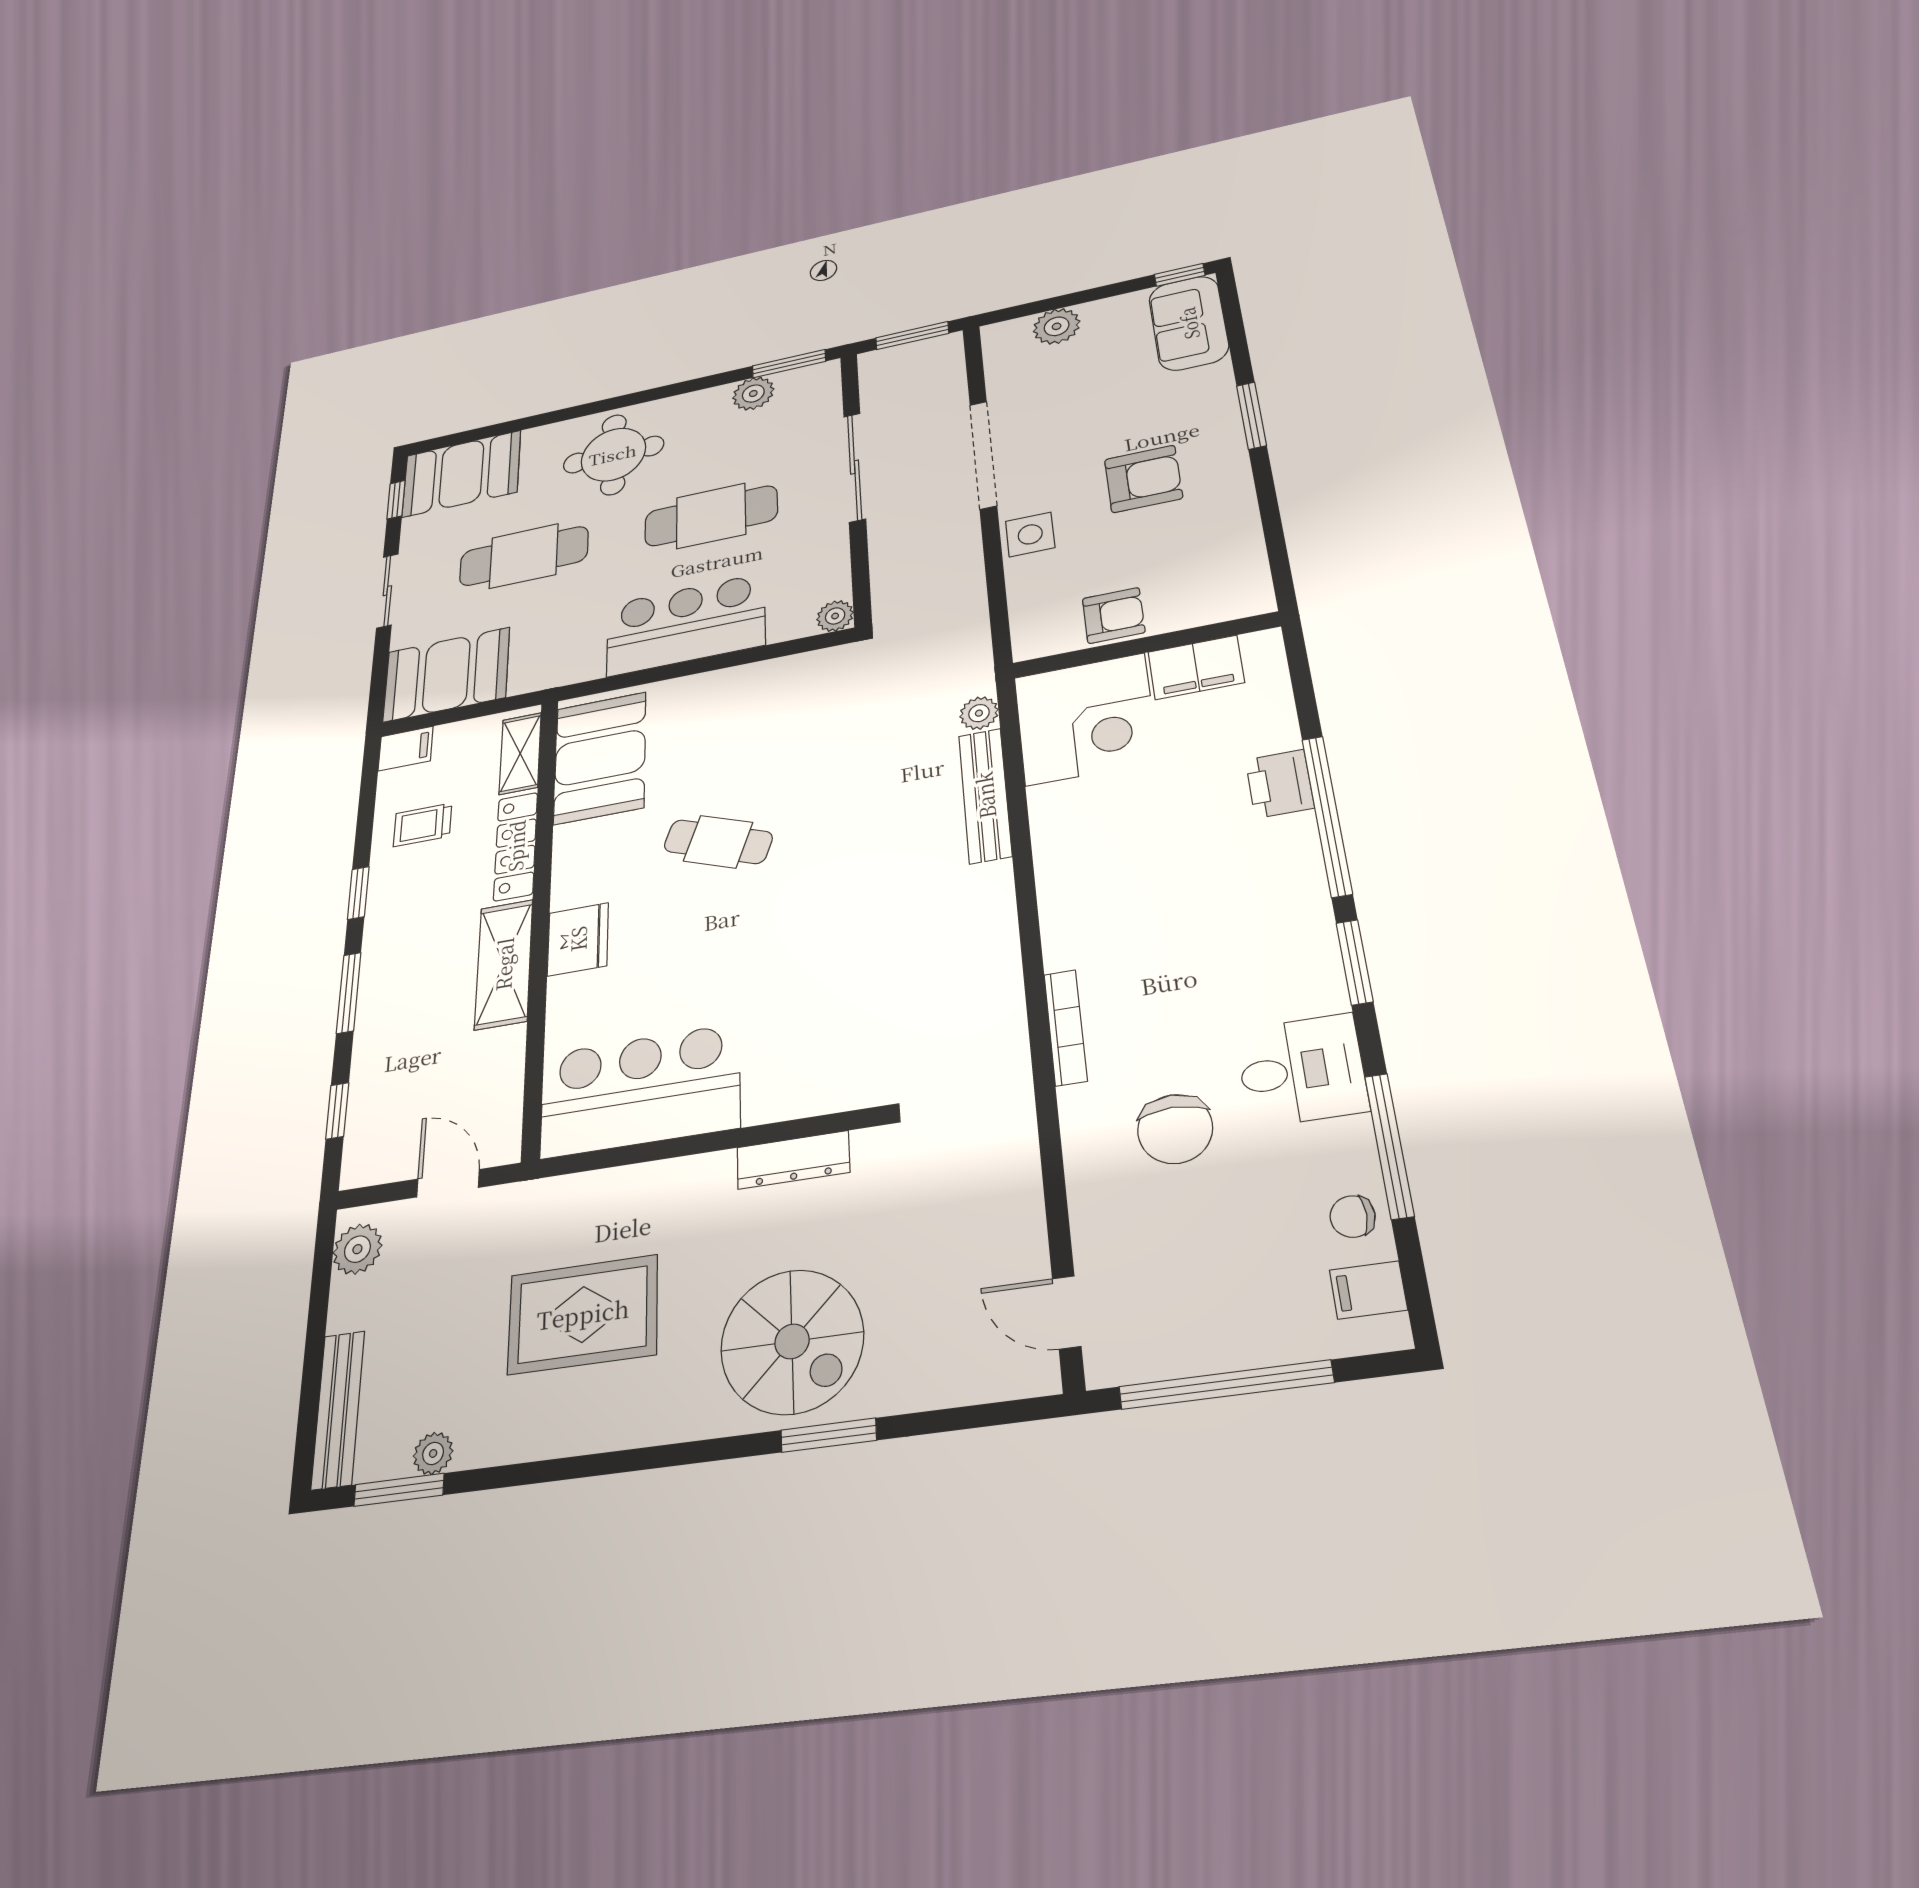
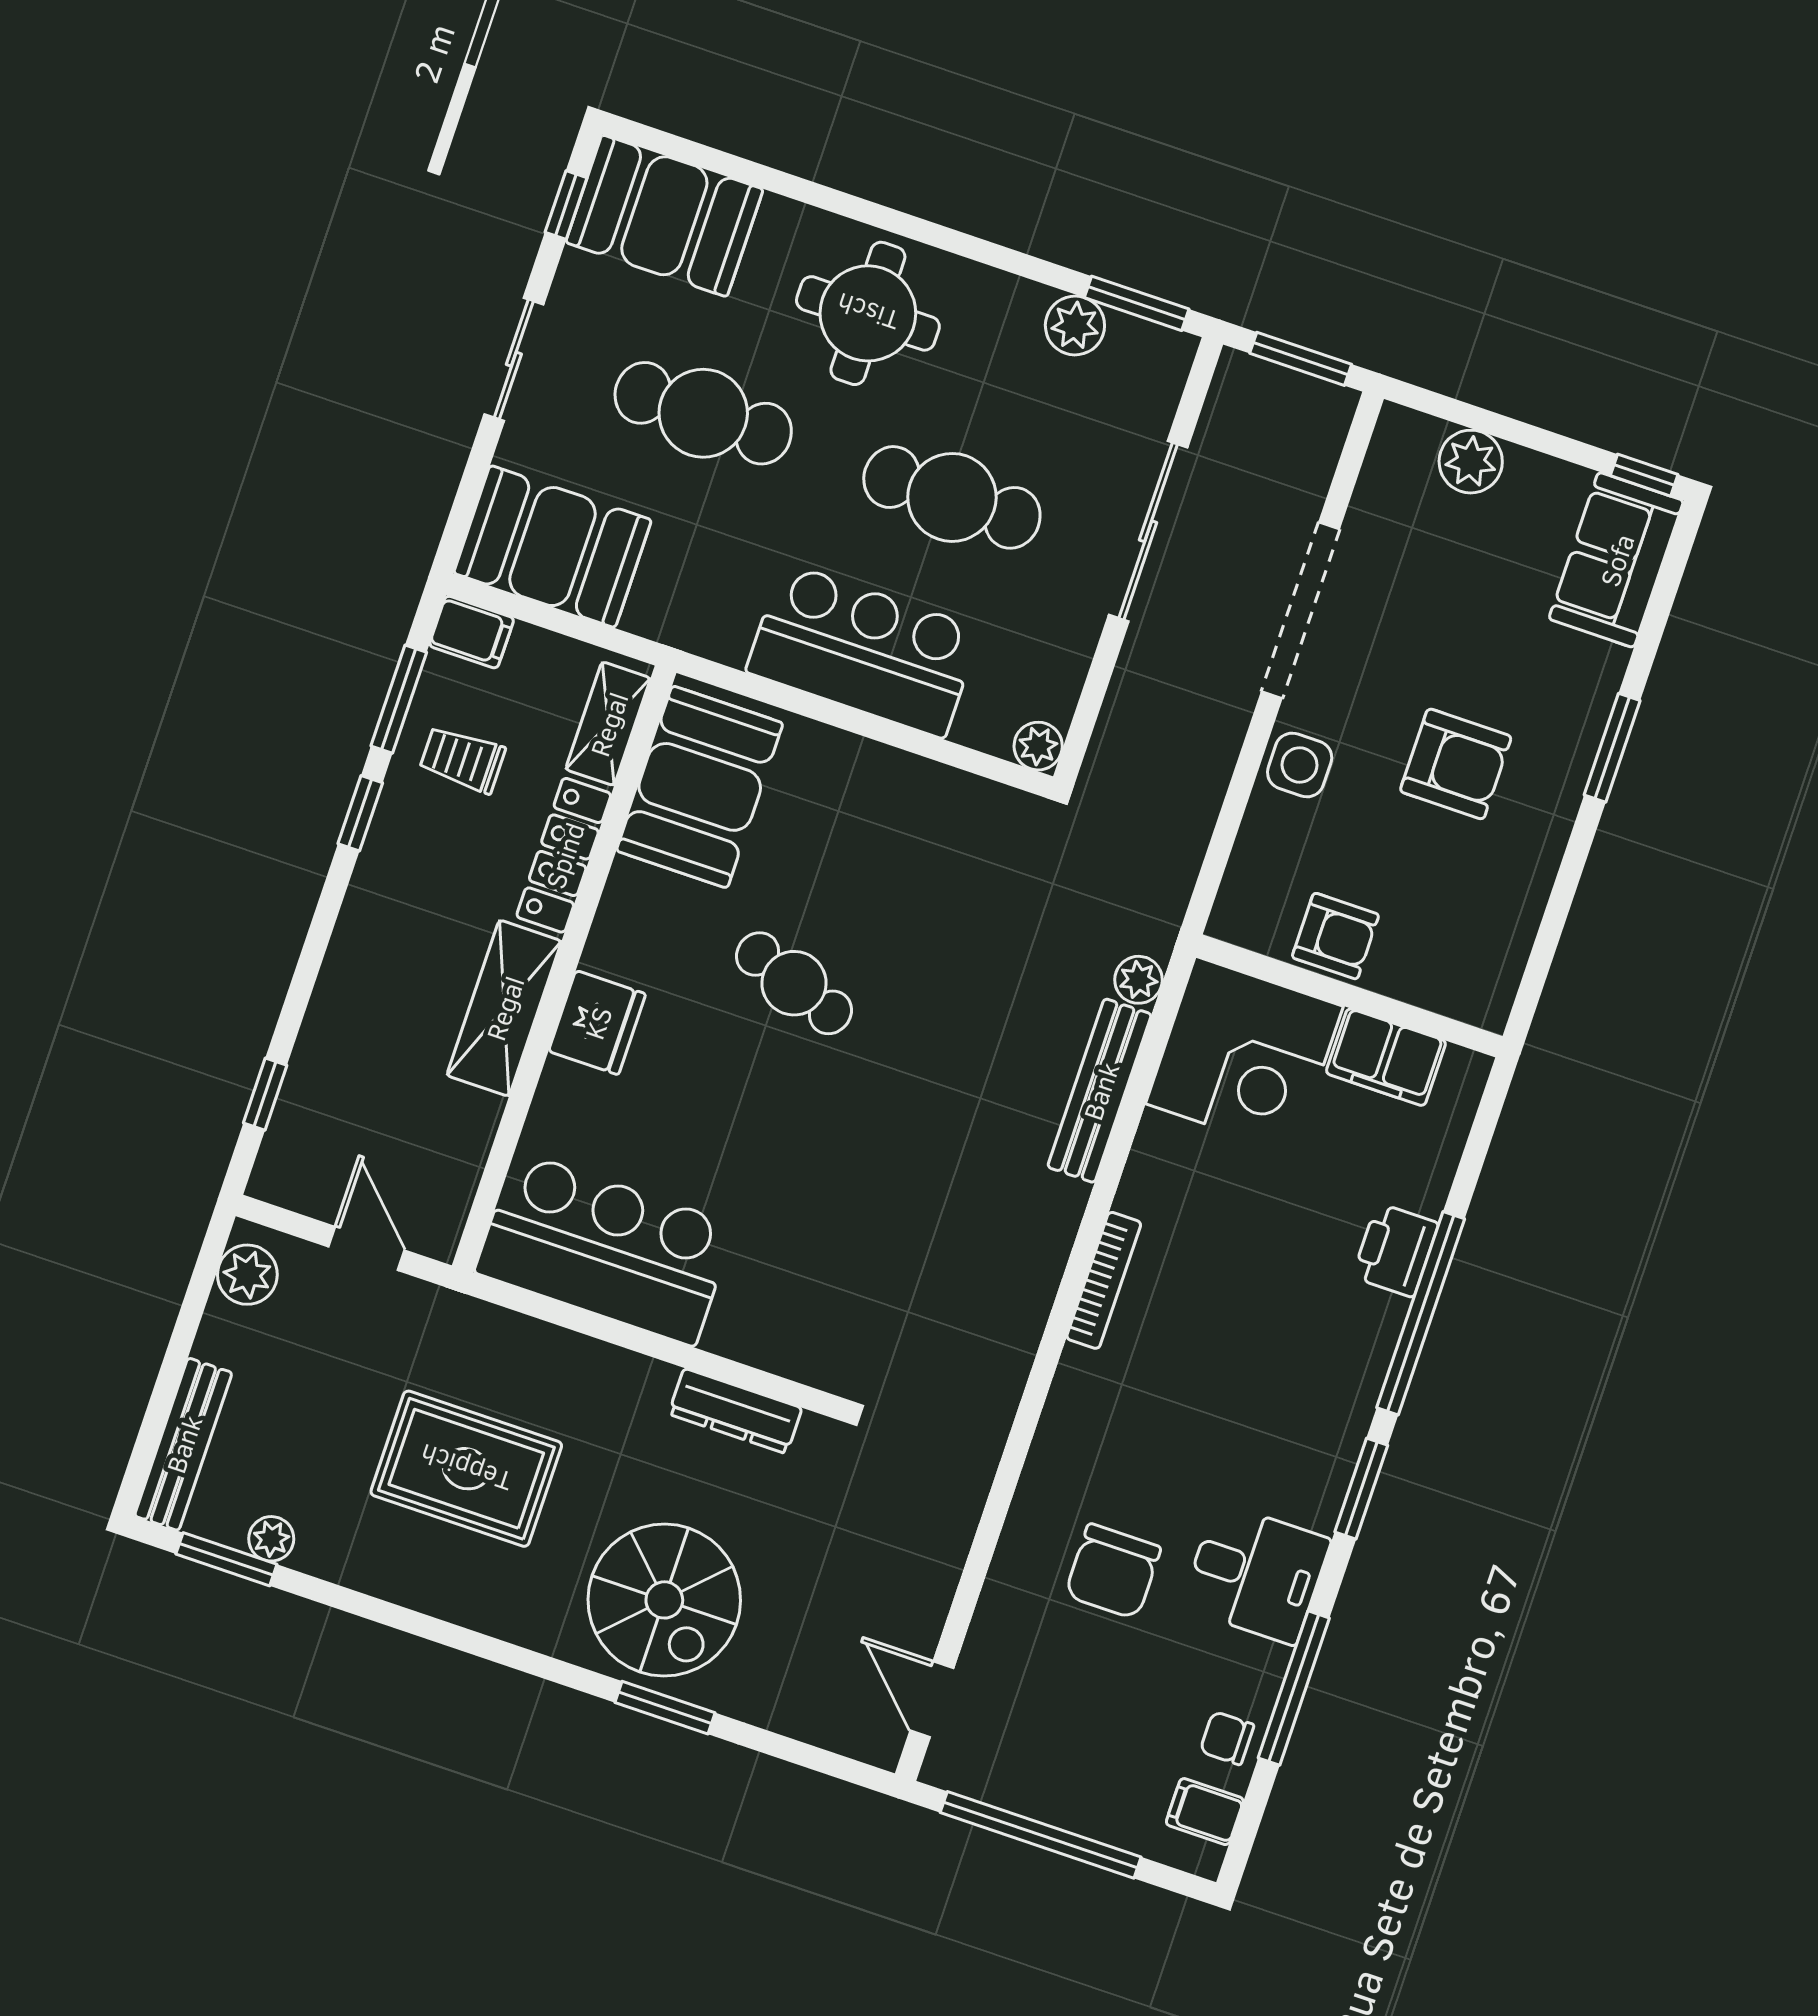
window: (349, 993) -> (399, 699), moved
bookcase: (1065, 1027) -> (1104, 1280), moved

